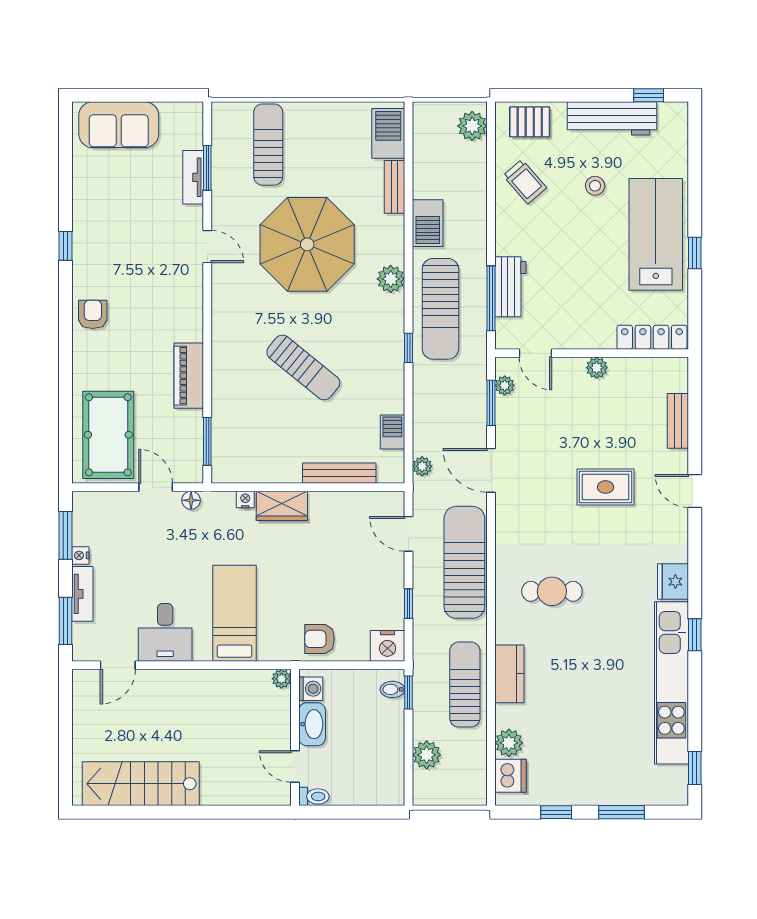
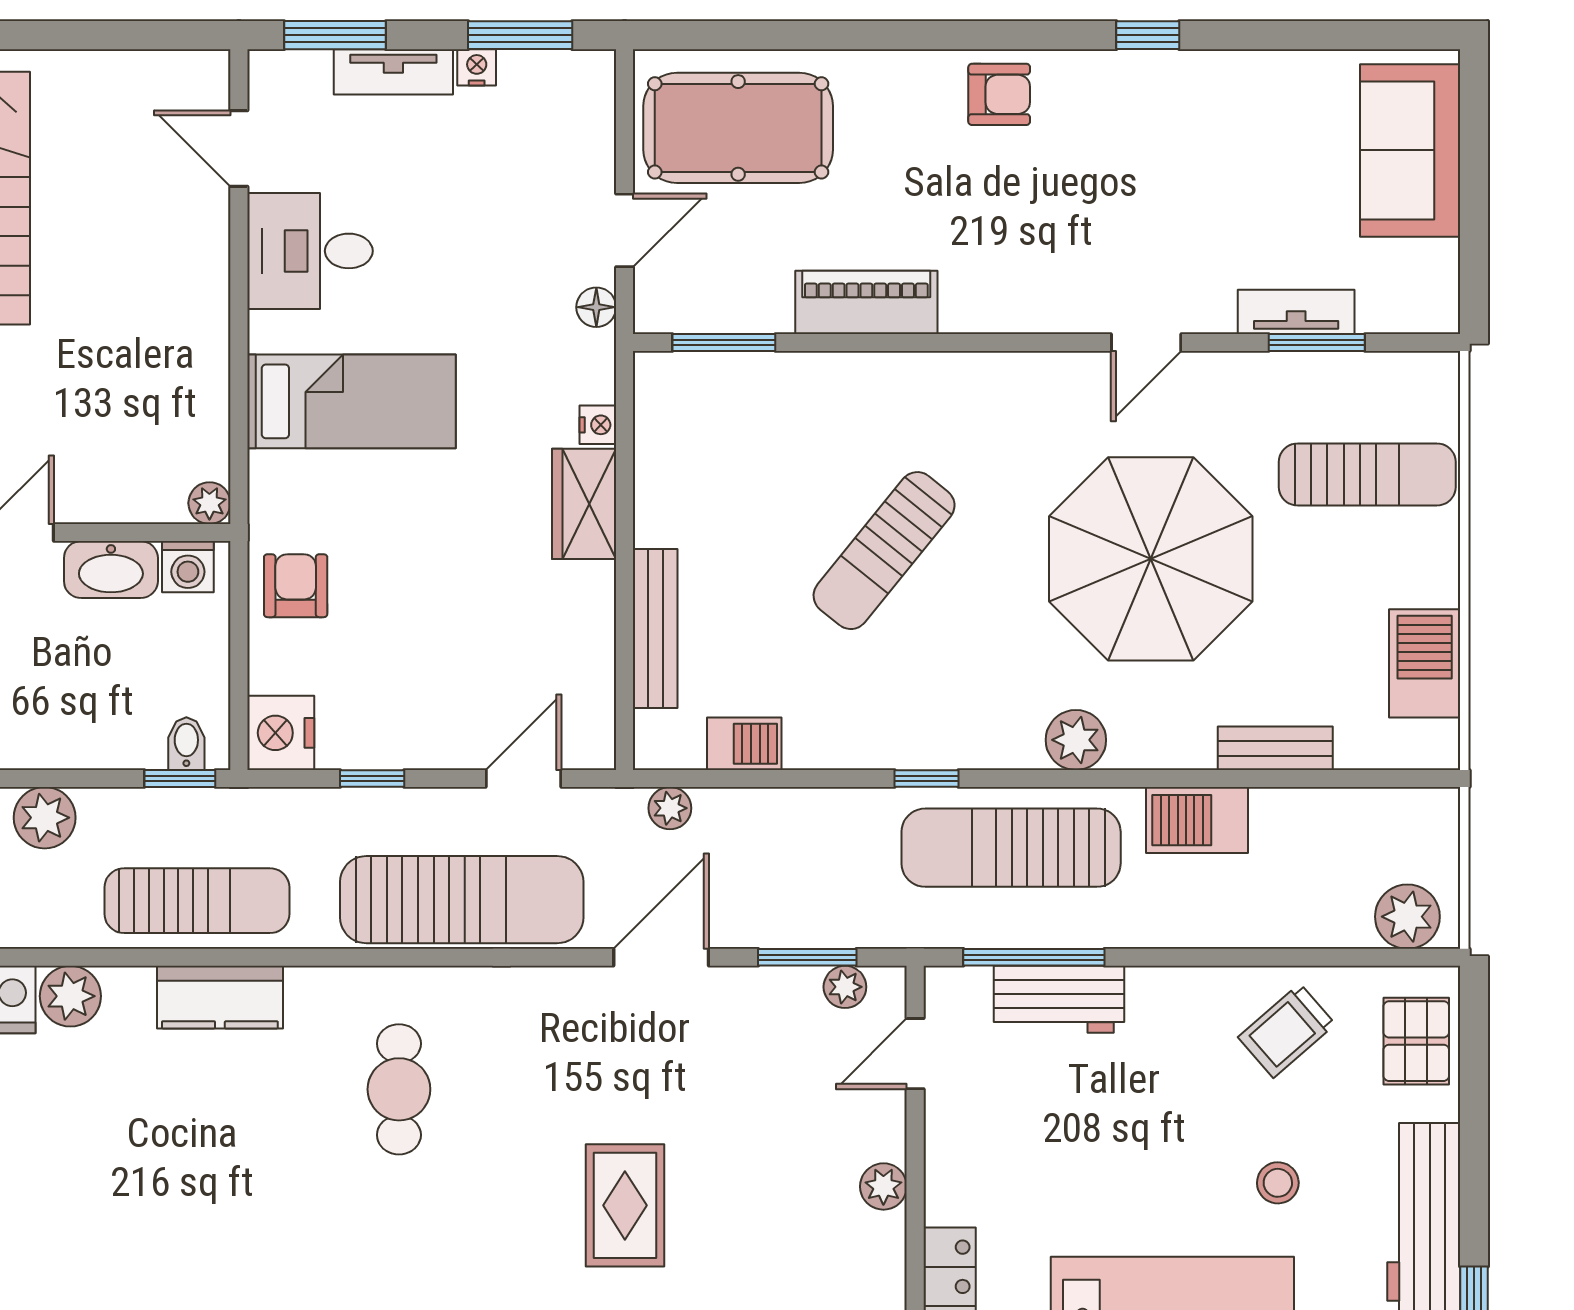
barbecue: (388, 133) -> (1425, 663), moved, turned -90

